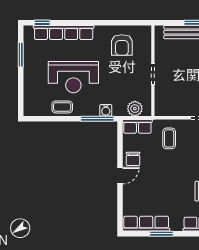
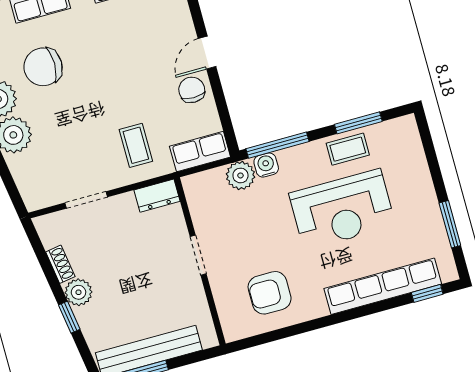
armchair: (122, 45) -> (270, 293), turned -90
reception desk: (73, 77) -> (342, 210), turned 180
plant: (135, 109) -> (240, 175), moved
dresser: (165, 110) -> (157, 196), added
window: (53, 119) -> (358, 123), added

